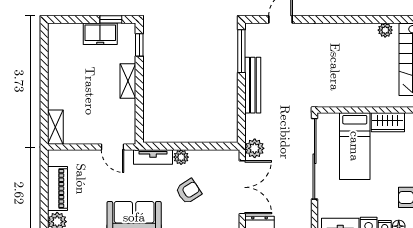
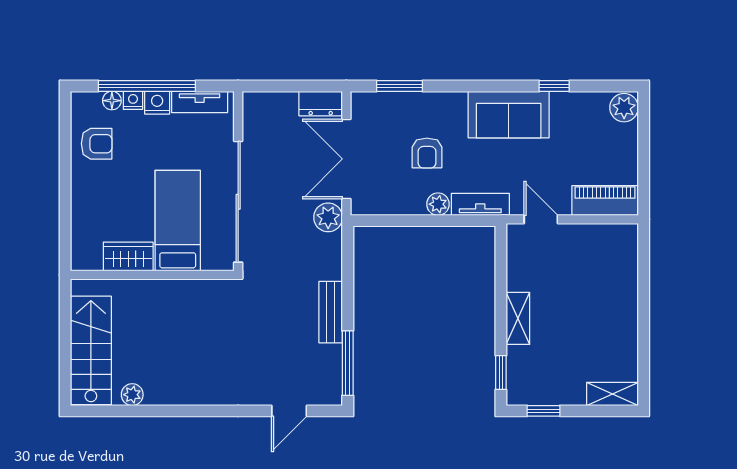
freezer: (100, 34) -> (559, 389), removed
bench: (253, 85) -> (331, 312), width x0.73
shelving: (55, 127) -> (613, 394), moved, turned 90
piano: (58, 188) -> (605, 201), moved, turned 90
armchair: (189, 191) -> (427, 153), turned -57

